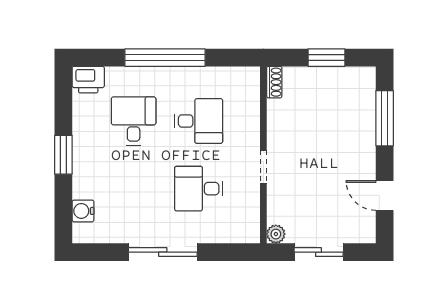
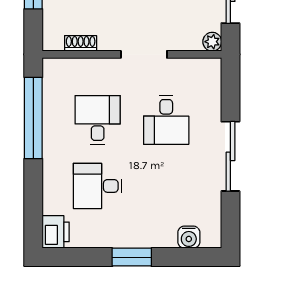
window: (165, 58) -> (33, 118), moved
shoe rack: (274, 82) -> (81, 43), moved
doorway: (263, 167) -> (144, 54), width x1.38

